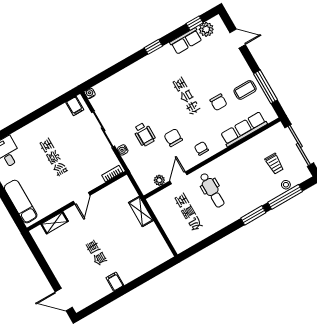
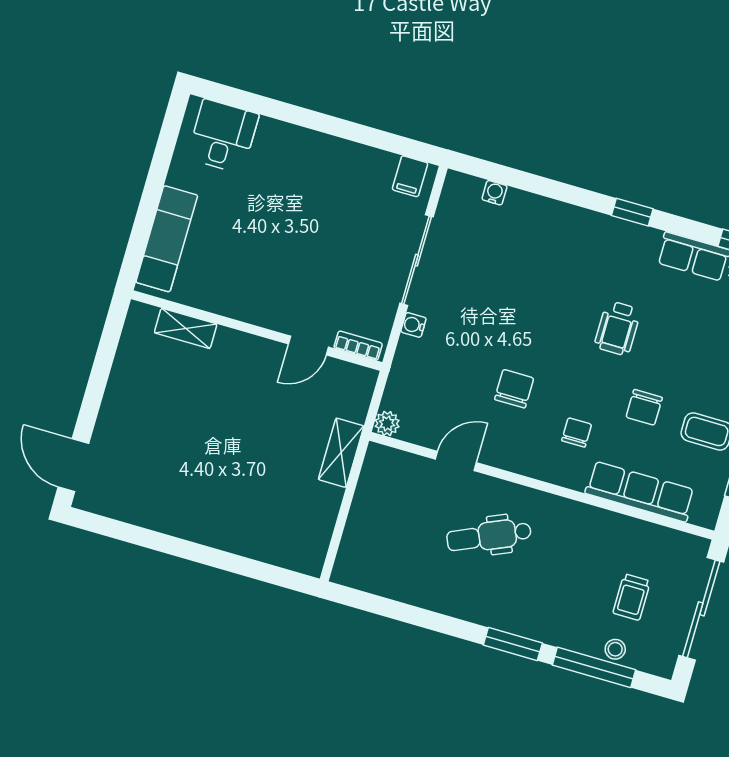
water cooler: (90, 93) -> (494, 193), moved
wheelchair: (144, 134) -> (617, 328), moved
chair: (201, 148) -> (577, 432), moved
plant: (159, 180) -> (387, 423), moved
dental chair: (212, 190) -> (489, 536), turned 66
door: (82, 198) -> (308, 345), moved
filing cabinet: (115, 282) -> (184, 521), removed

